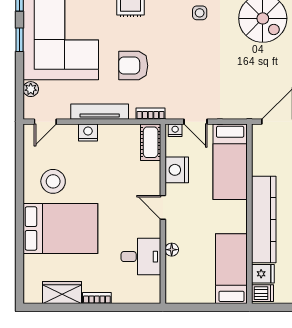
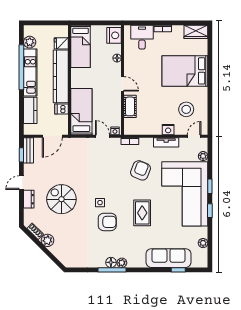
armchair: (133, 66) -> (141, 170), turned -68
tv unit: (100, 112) -> (166, 142), width x0.71
cot: (151, 142) -> (130, 106), moved
nightstand: (177, 170) -> (114, 35), moved
stool: (53, 181) -> (186, 109), moved
desk: (141, 257) -> (142, 37), moved, turned 90
wardrobe: (62, 293) -> (196, 32), moved
dishwasher: (263, 293) -> (62, 109), moved

